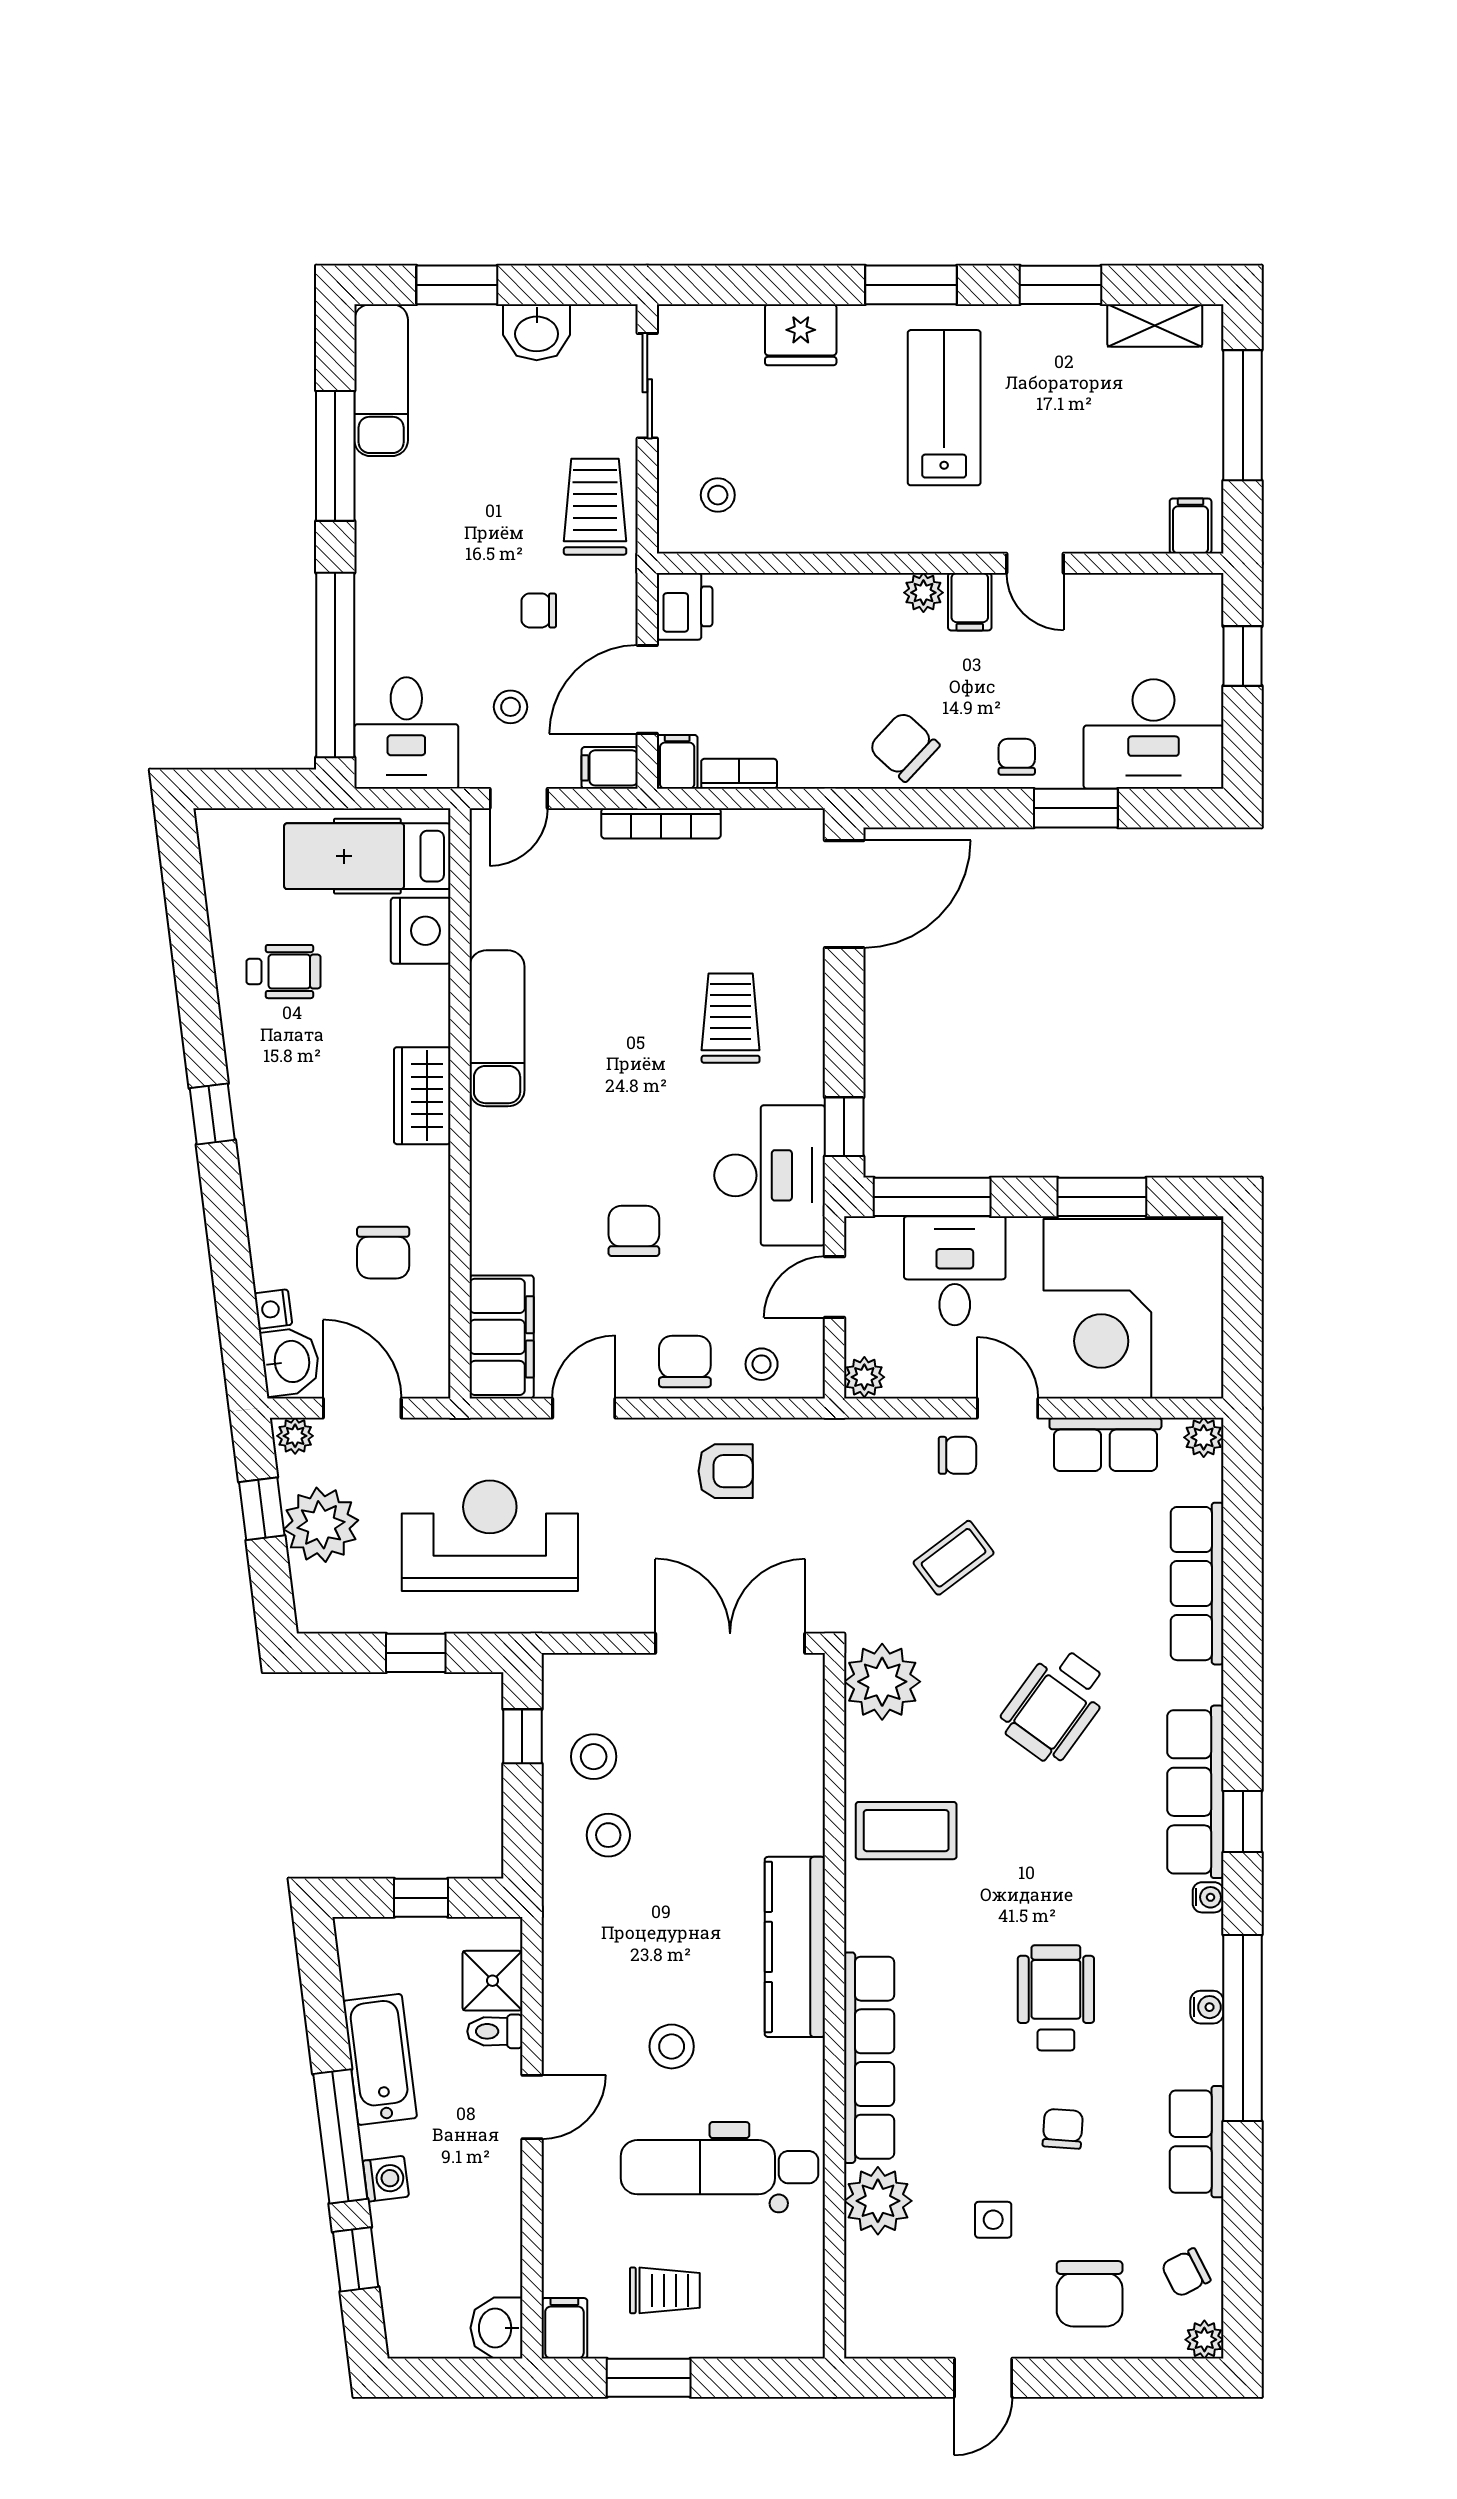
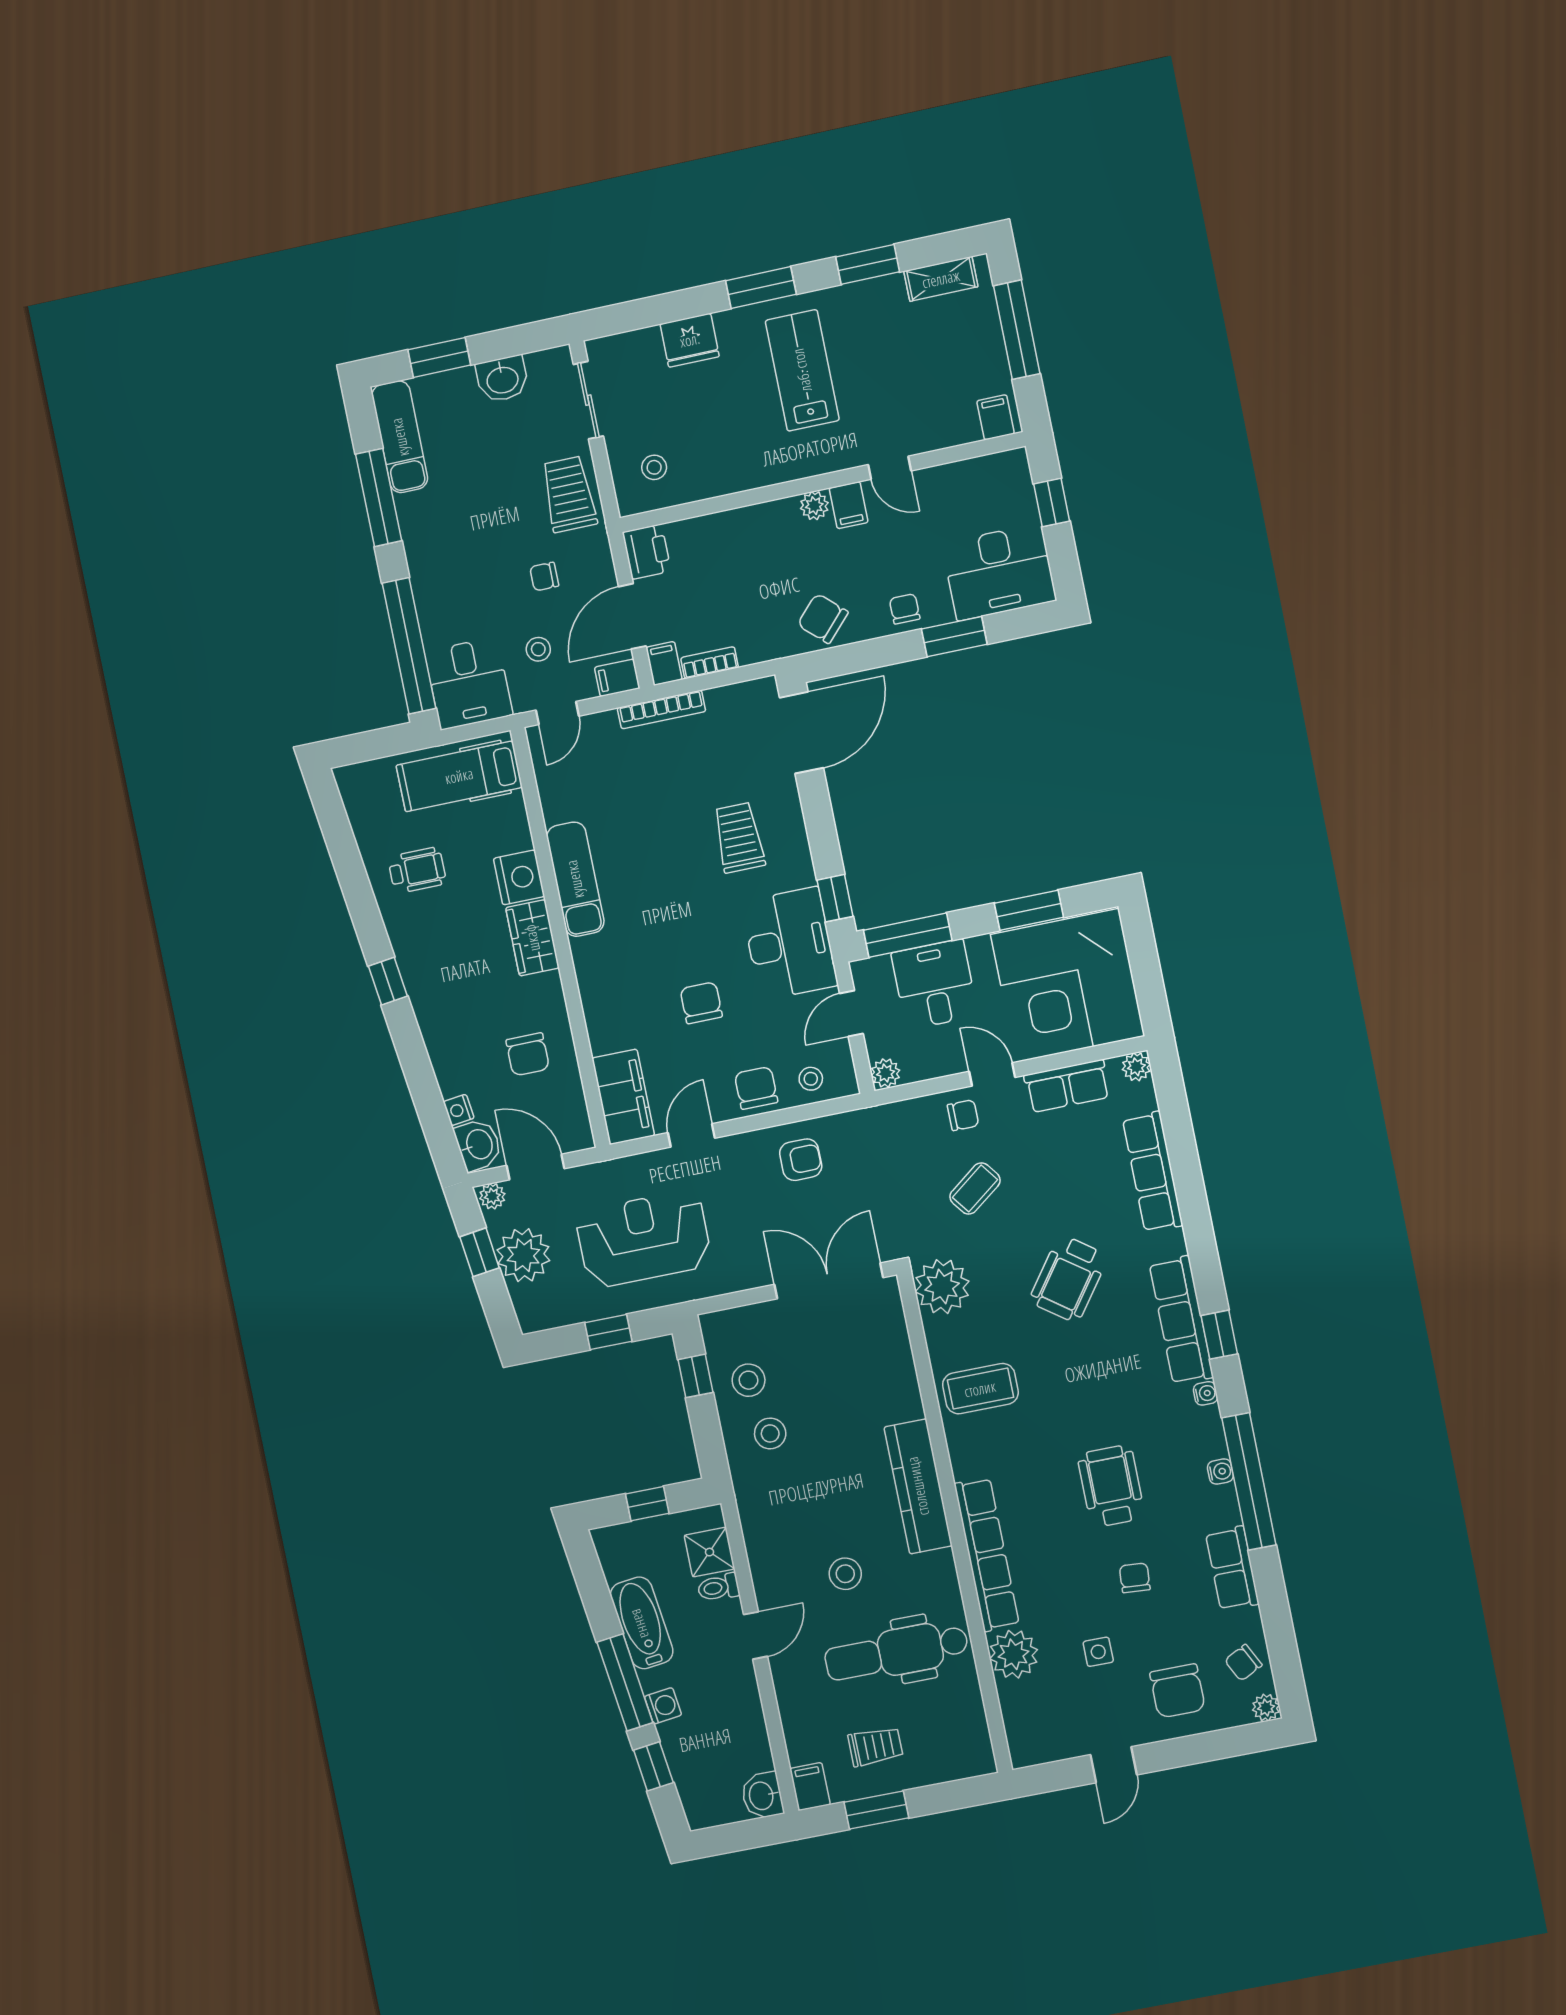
nightstand: (421, 931) -> (519, 877), moved

